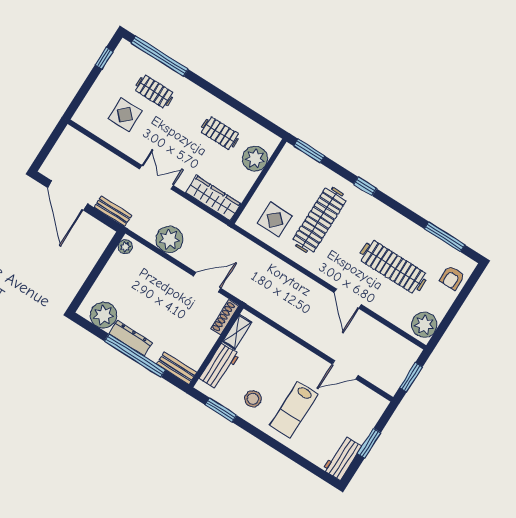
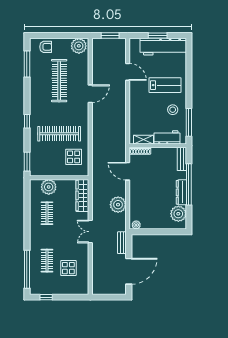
window: (221, 410) -> (189, 122), width x1.44
workbench: (342, 458) -> (163, 47), width x1.88, depth x1.32

